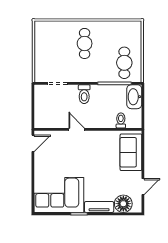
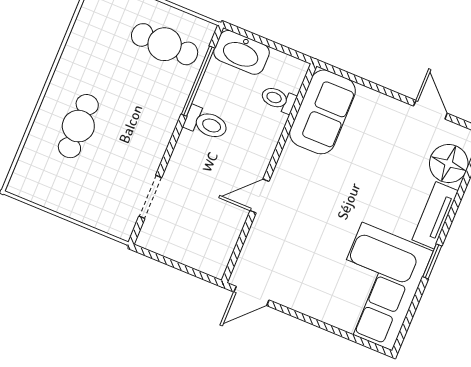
cafe table: (85, 43) -> (78, 126), moved, turned 90
toilet: (84, 94) -> (206, 123), moved
door: (33, 143) -> (251, 296), swing flipped
sofa: (131, 152) -> (322, 112), moved, turned -90

